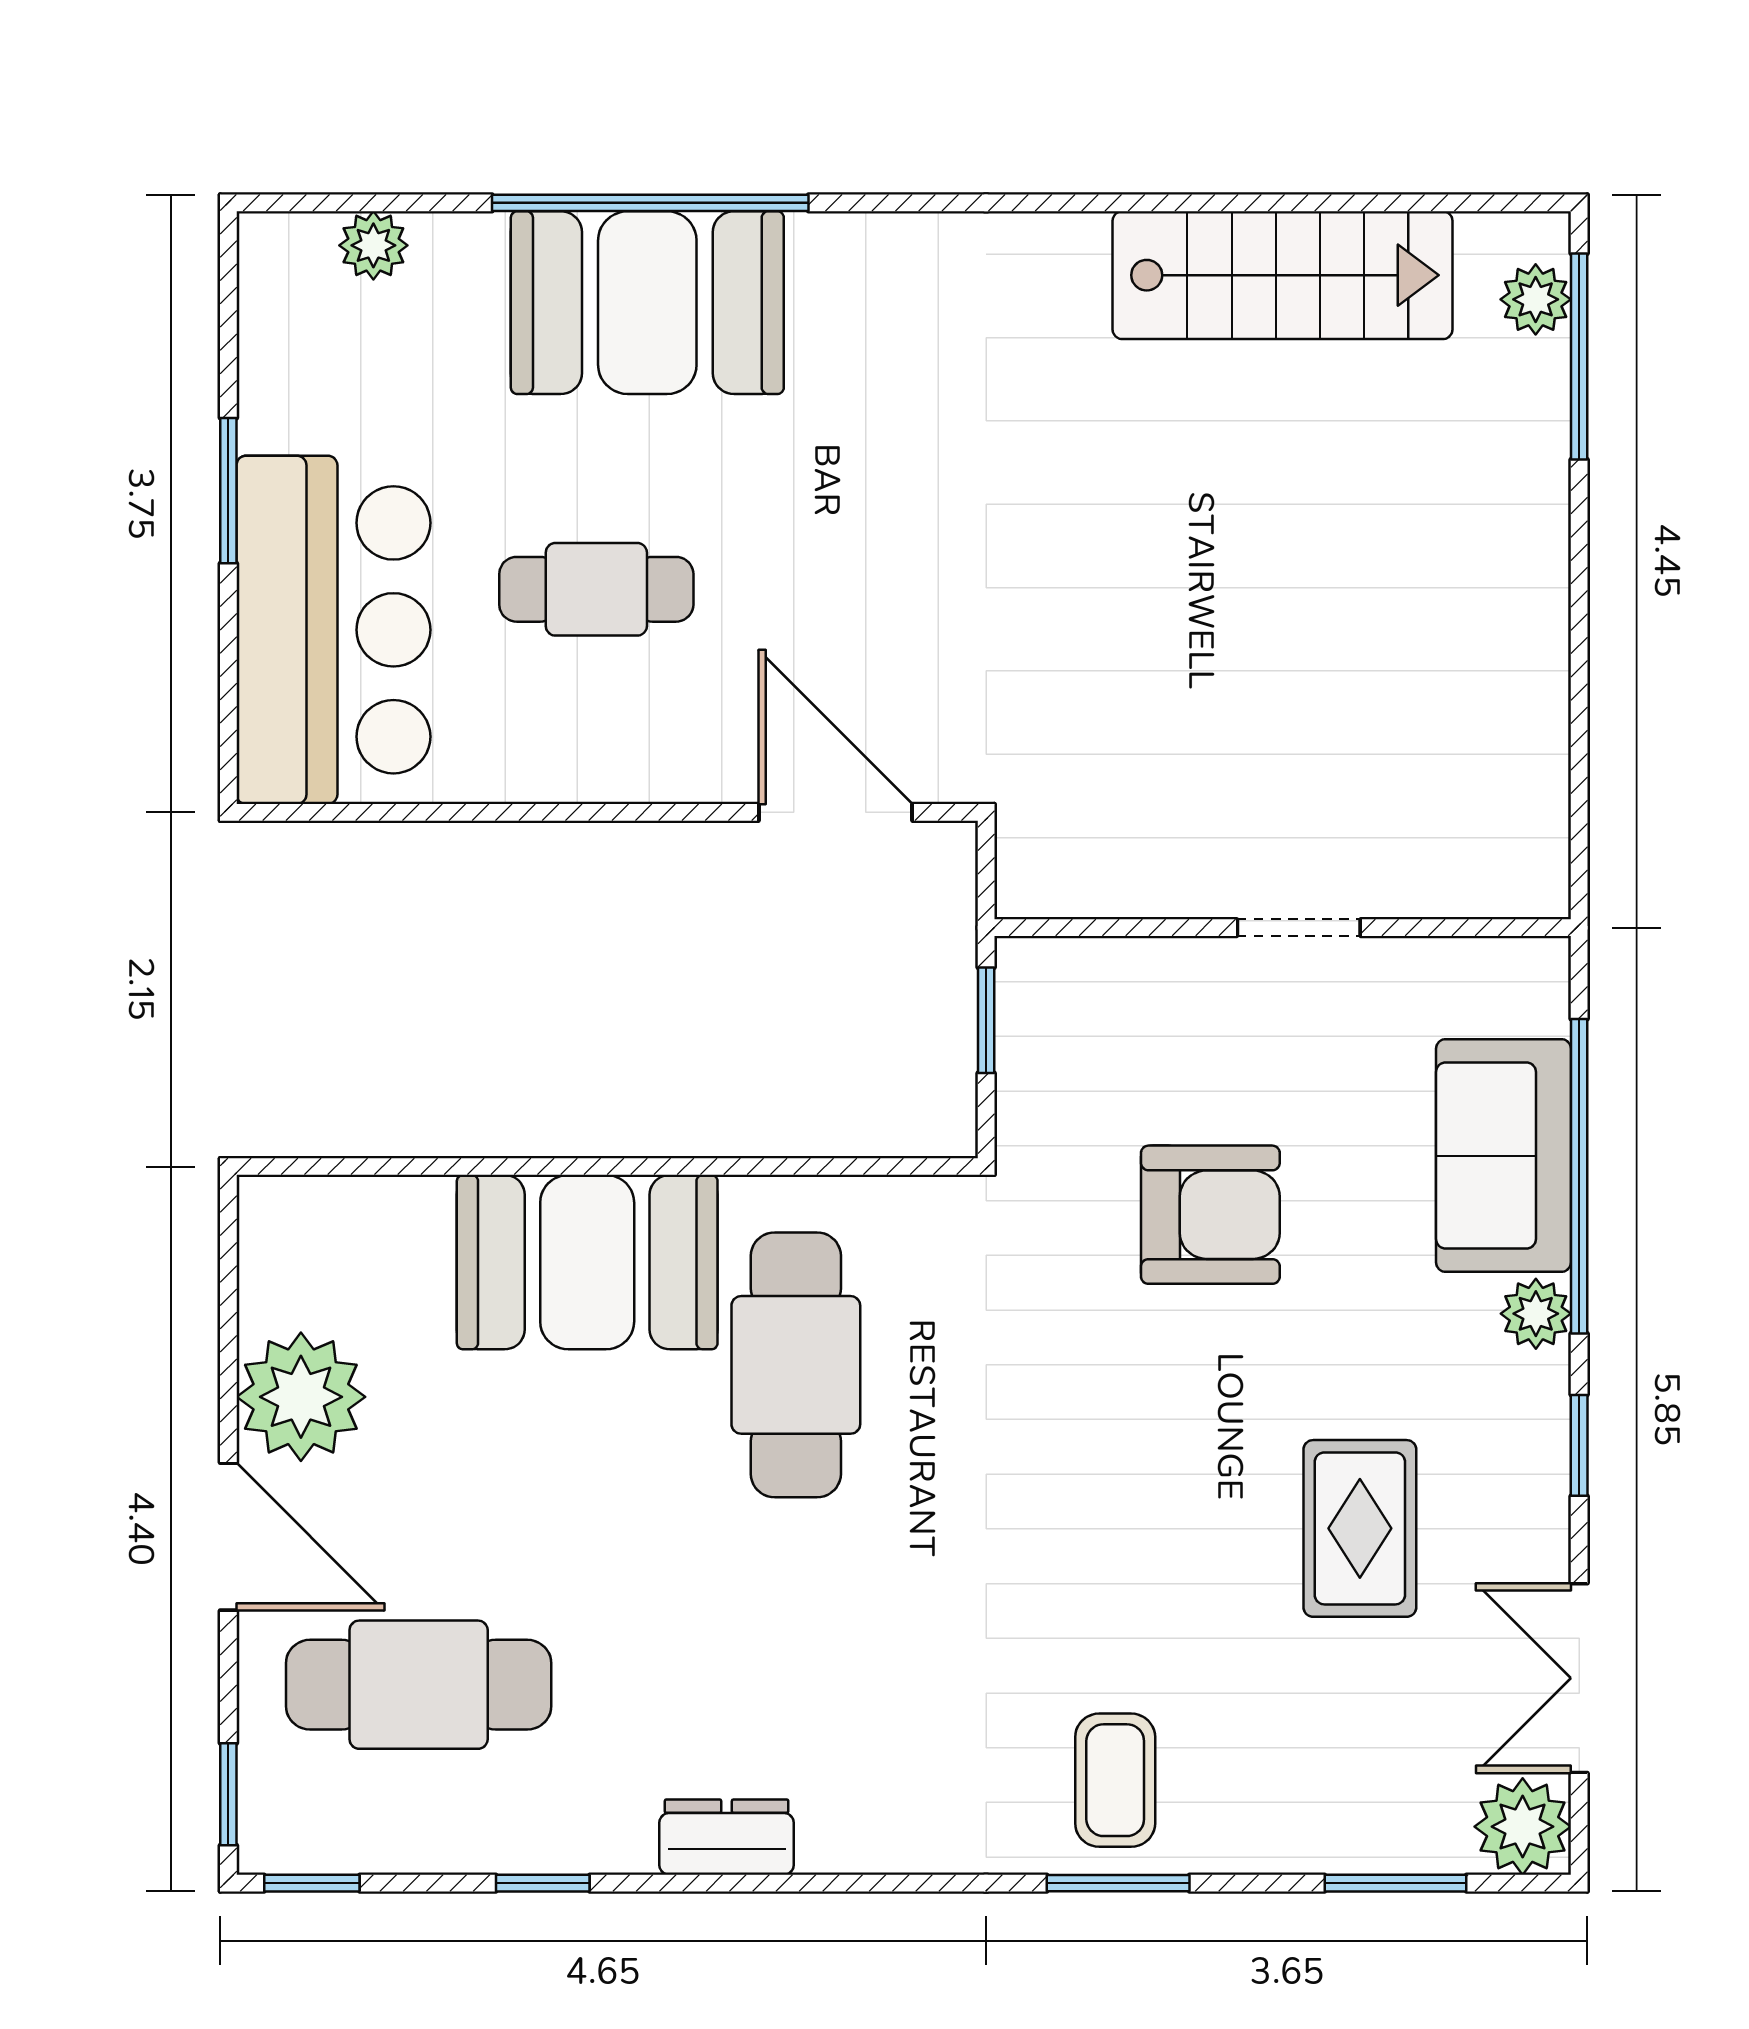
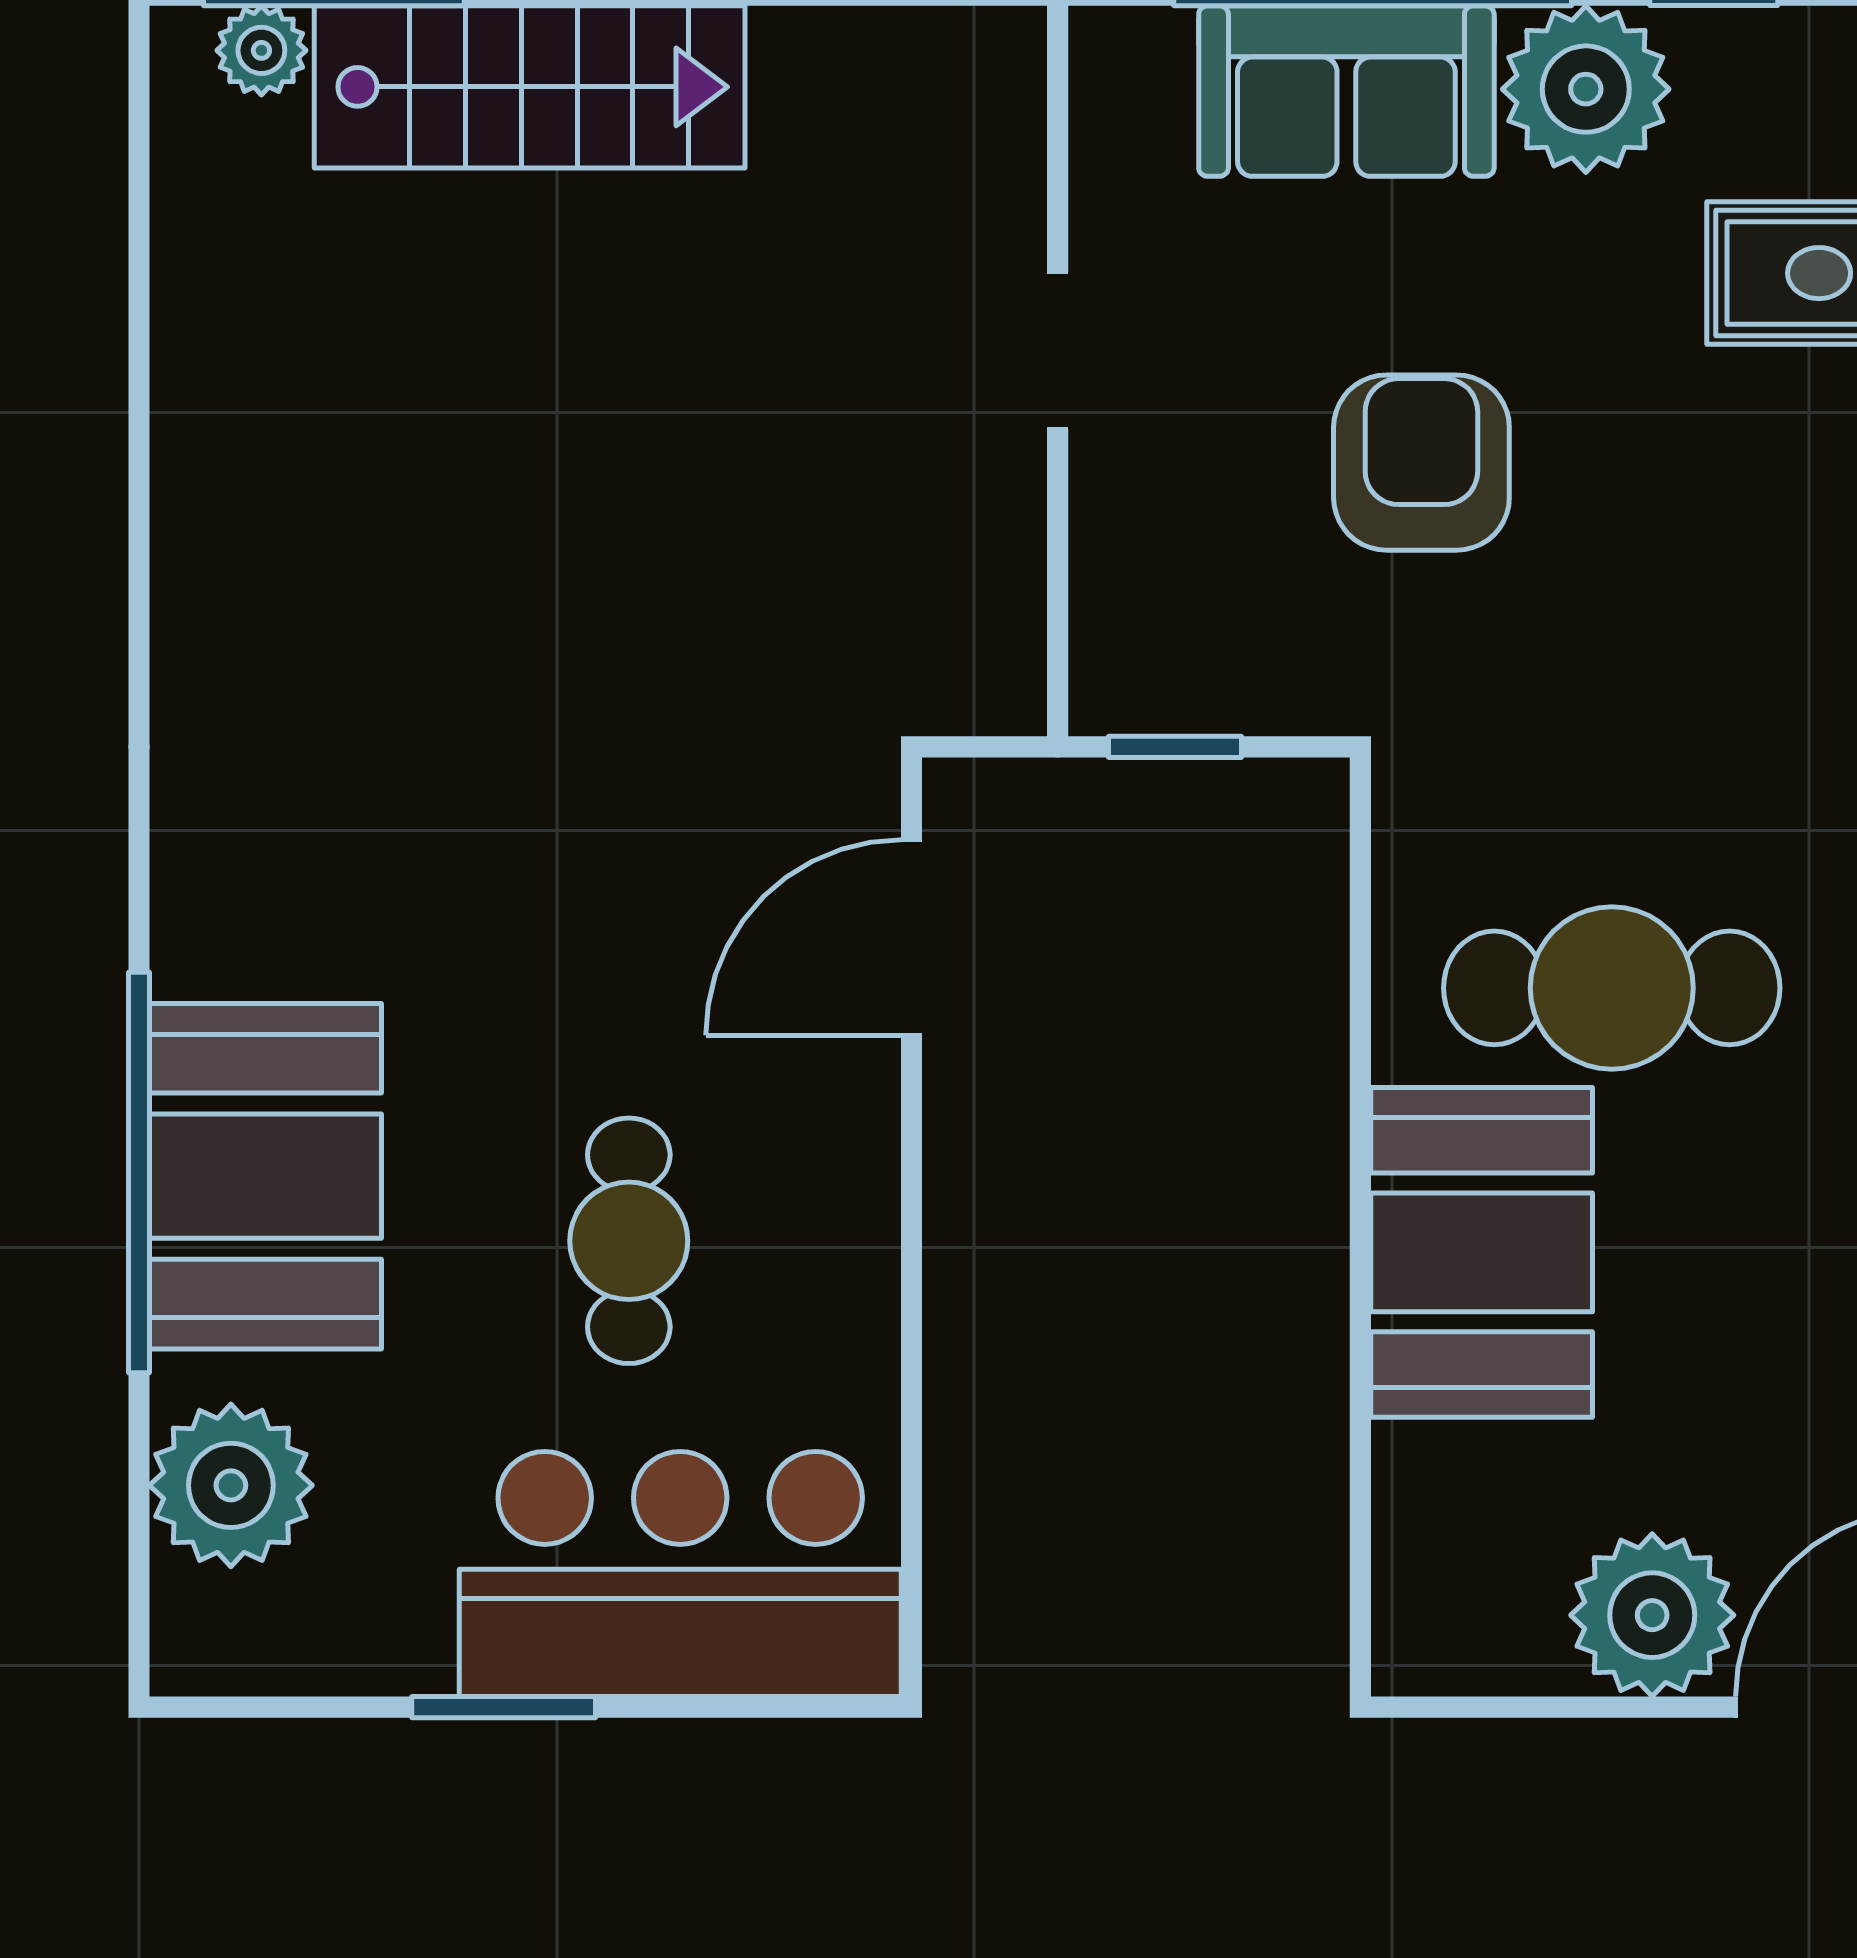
plant: (373, 245) -> (231, 1485), width x1.88, depth x1.88
stairs: (1283, 275) -> (530, 87), moved, turned 90
plant: (1536, 1314) -> (1586, 89), width x1.87, depth x1.87

